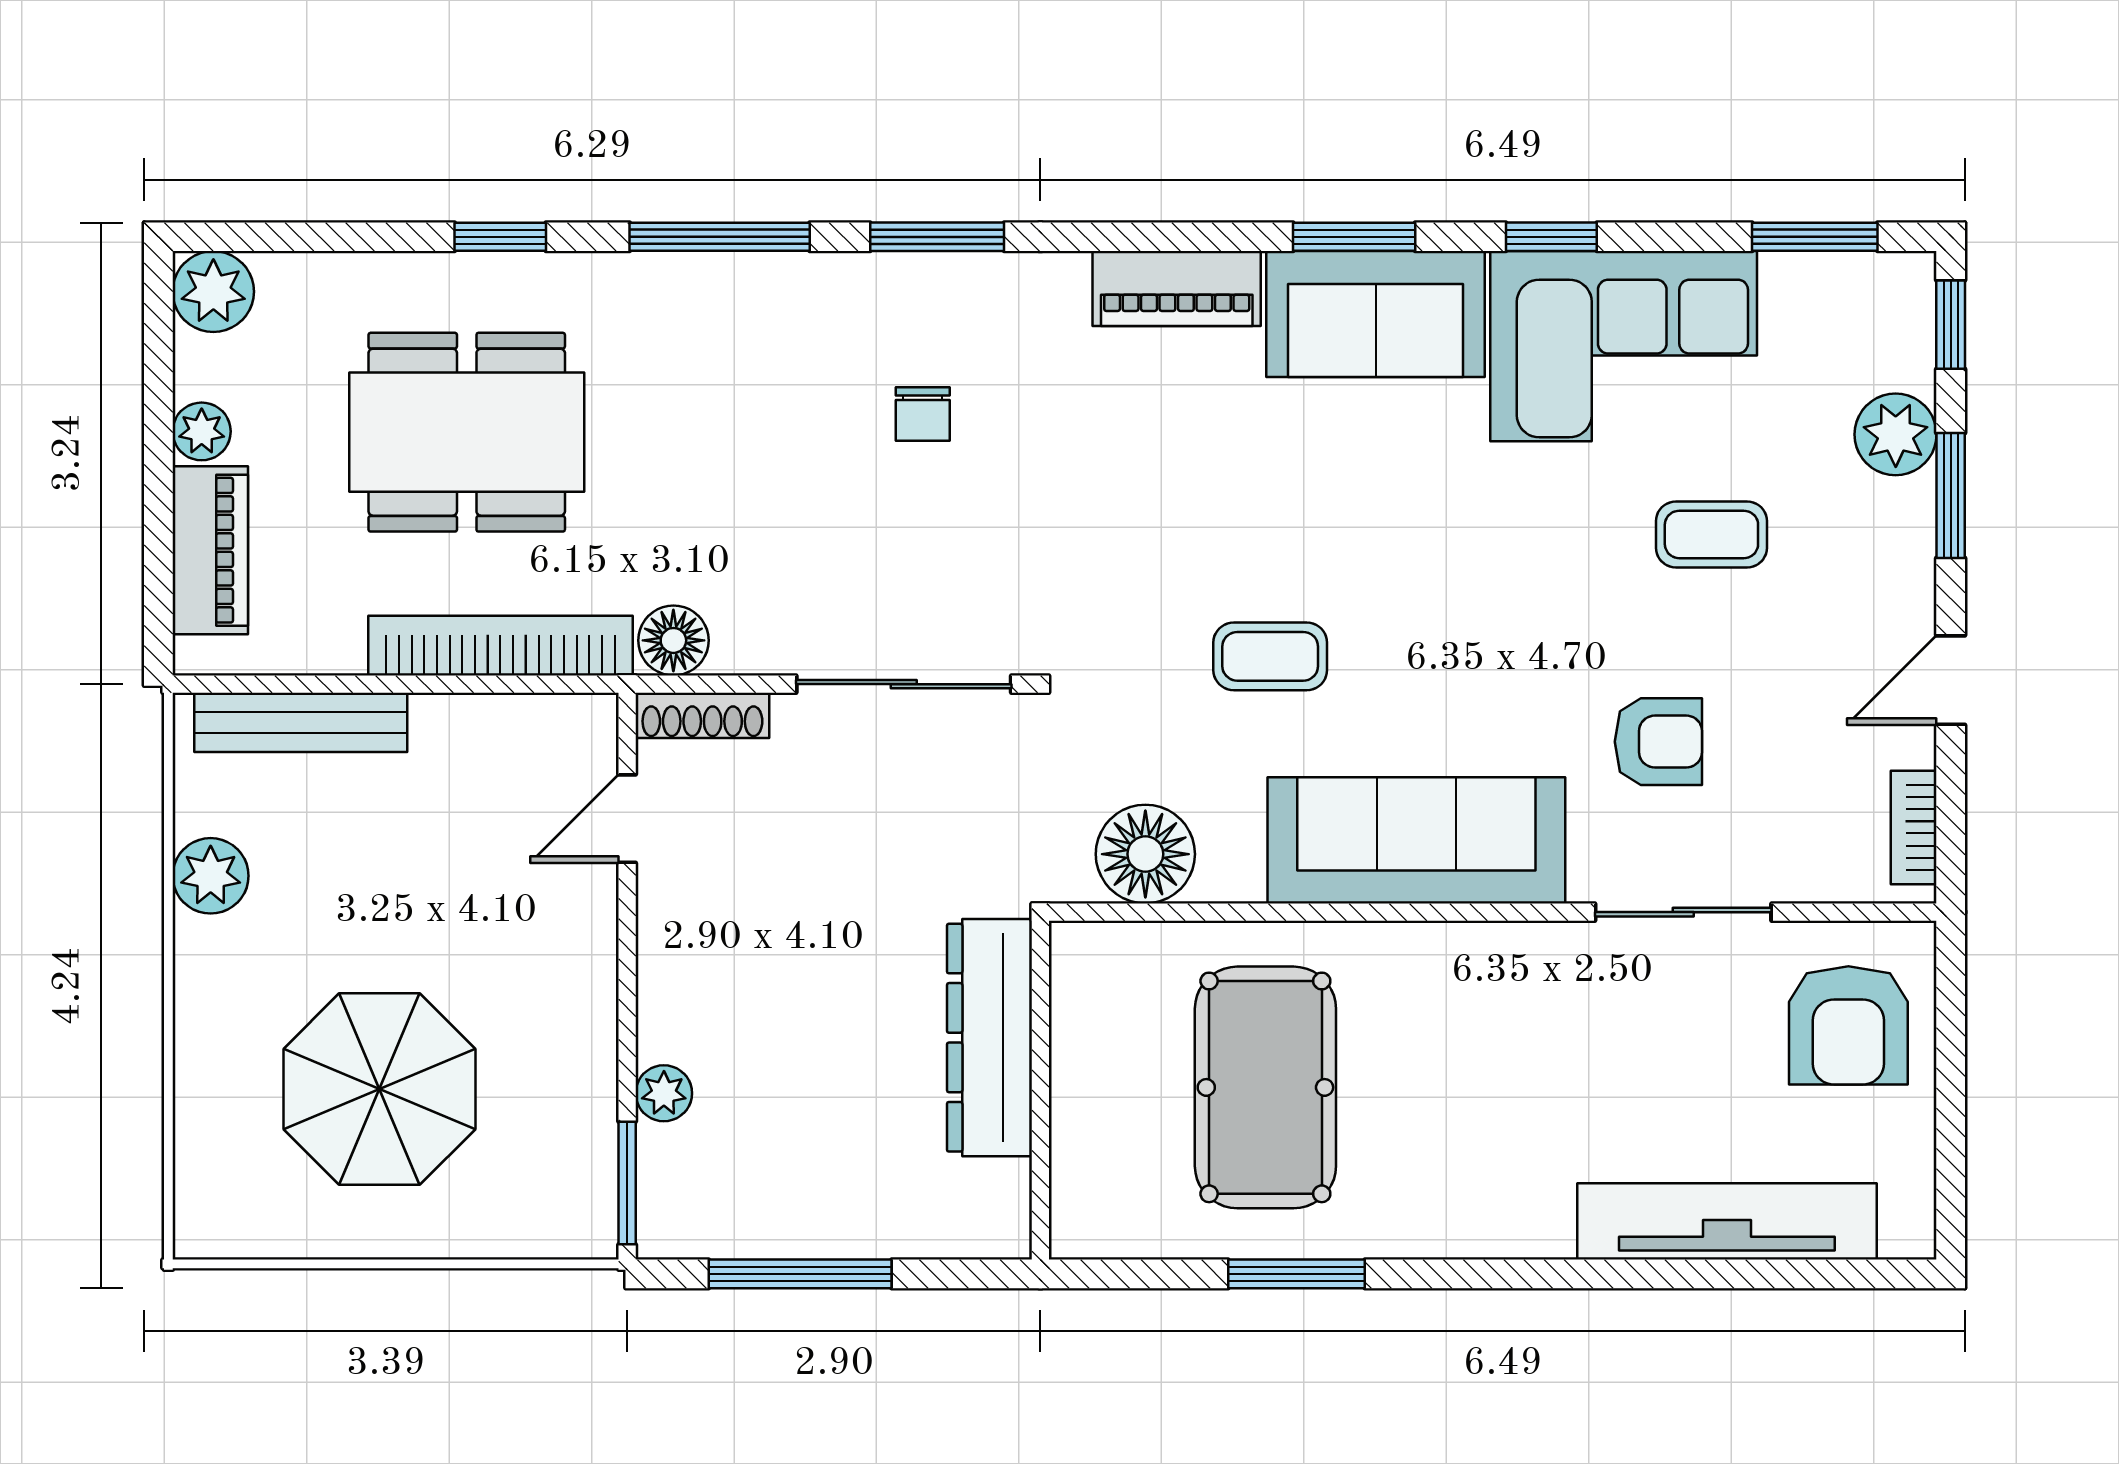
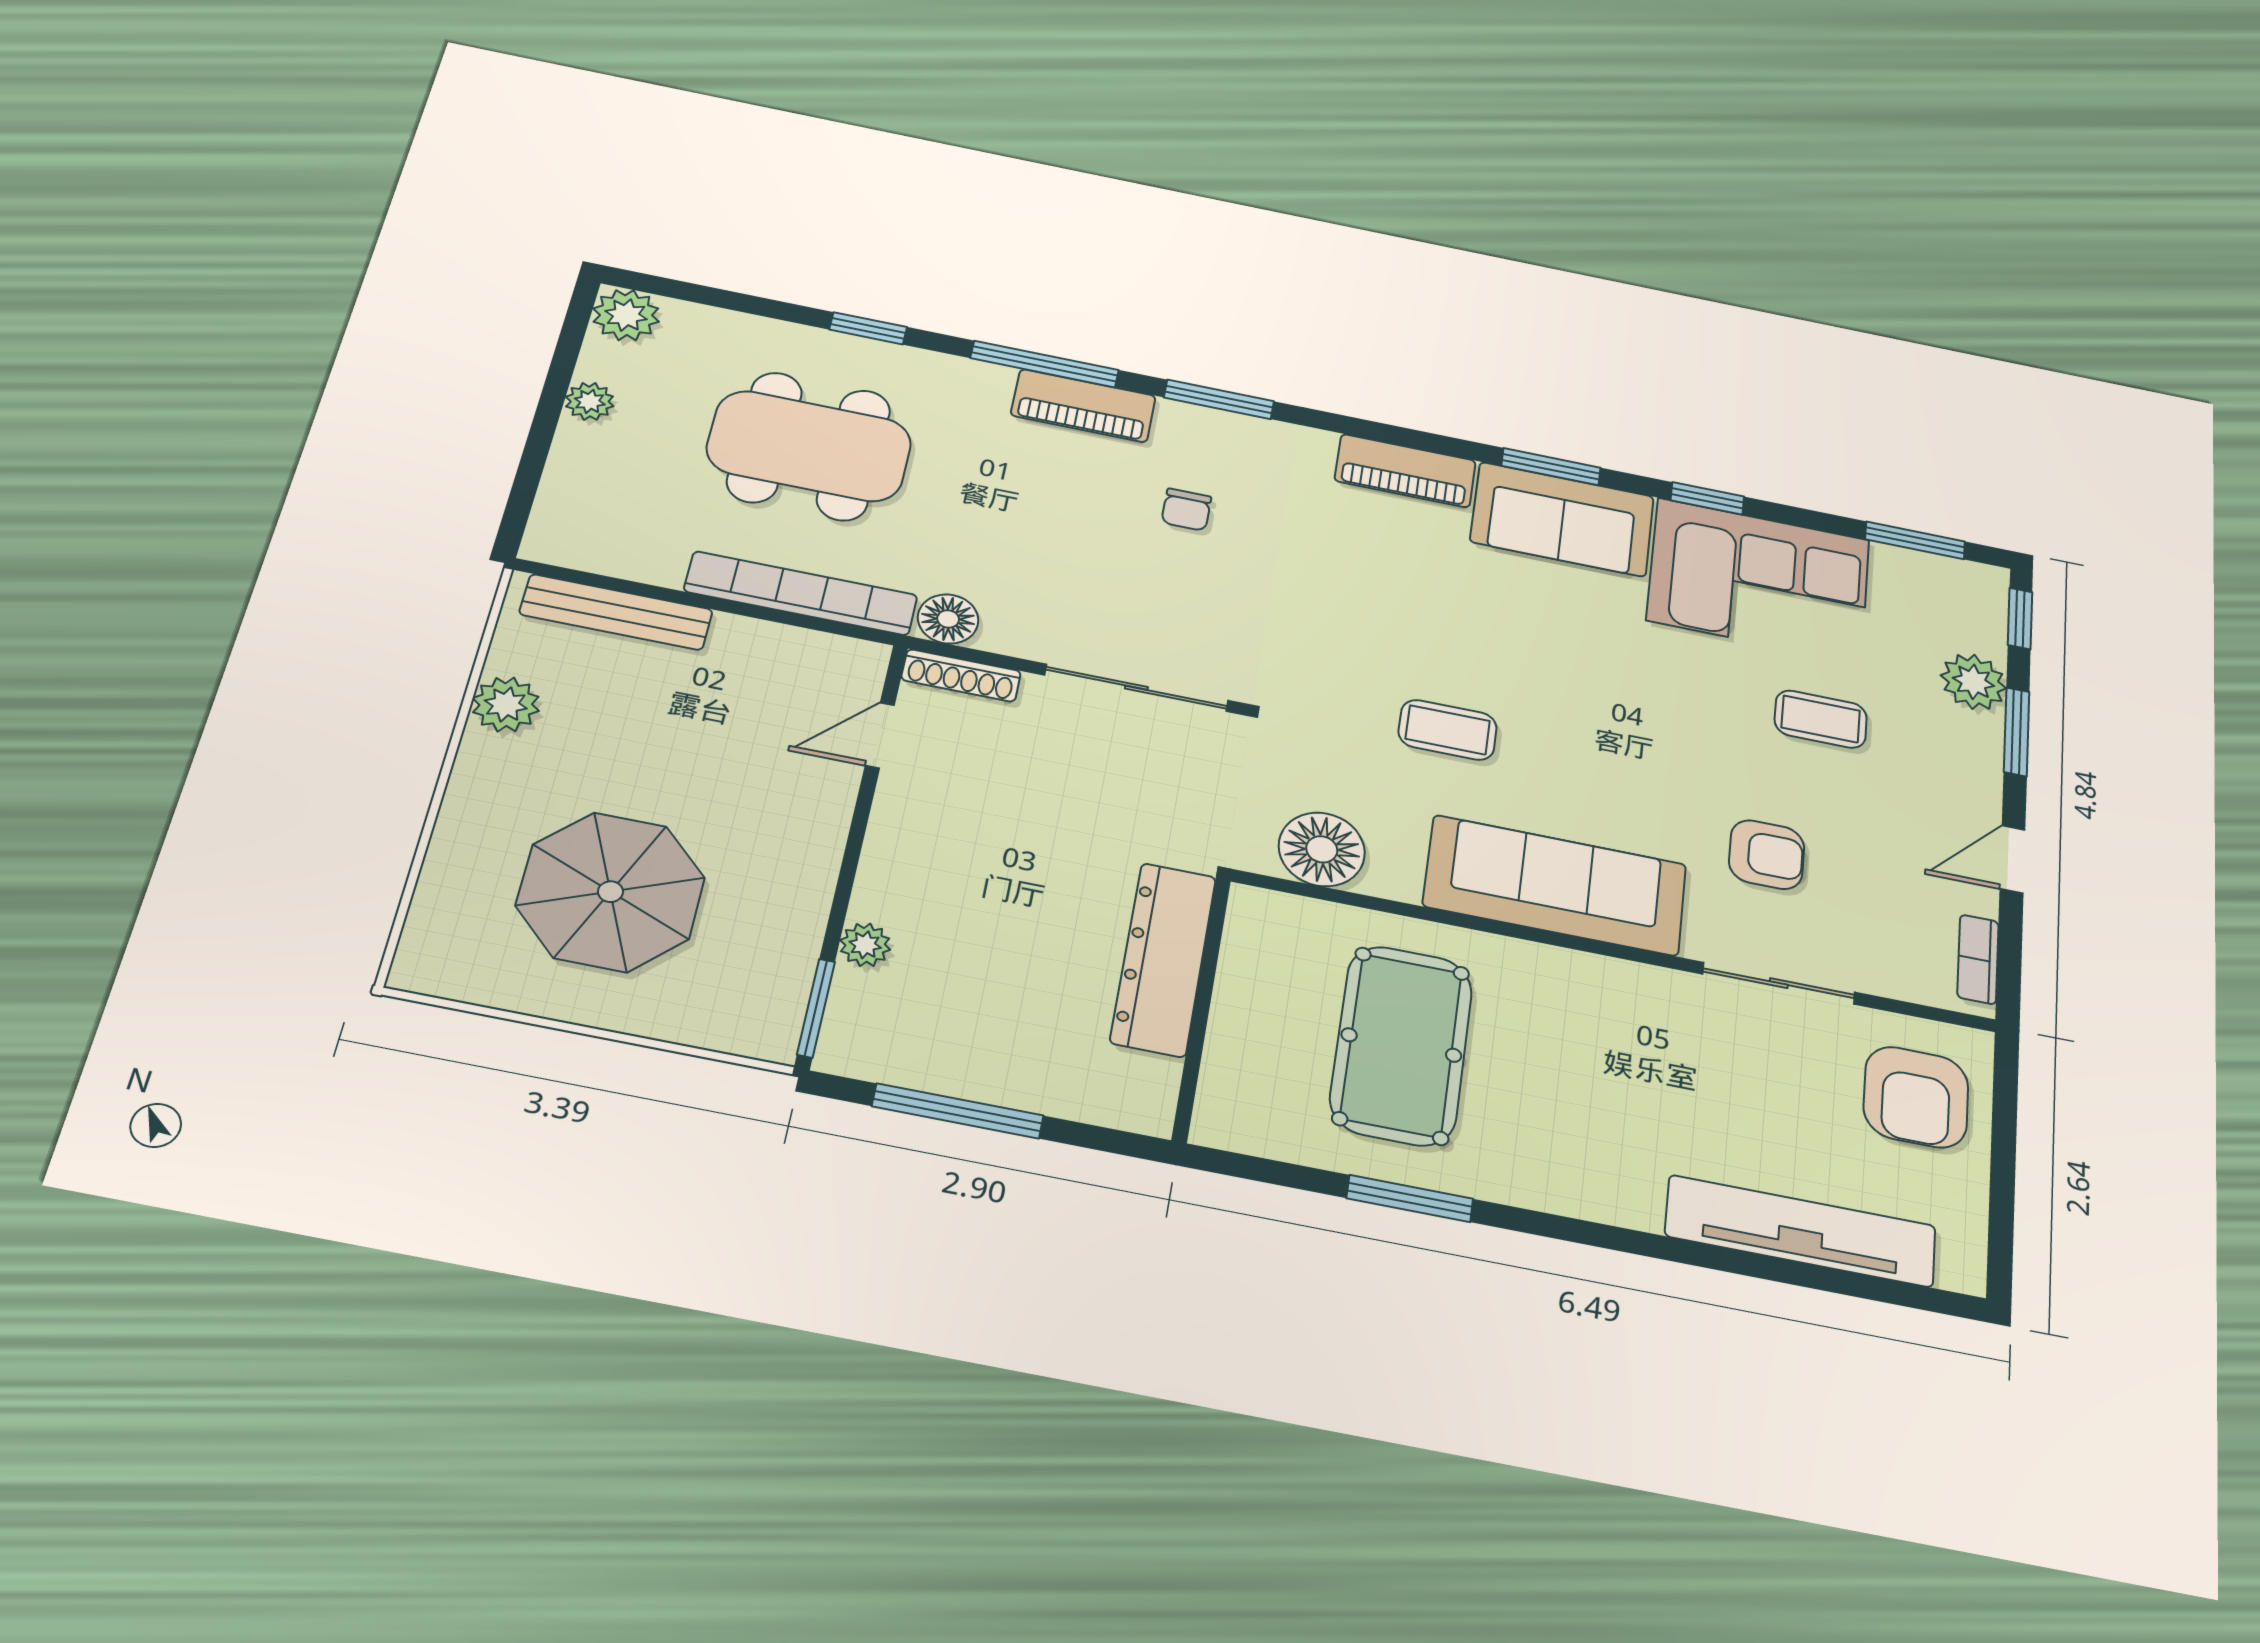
piano: (210, 550) -> (1083, 406), moved, turned 90

